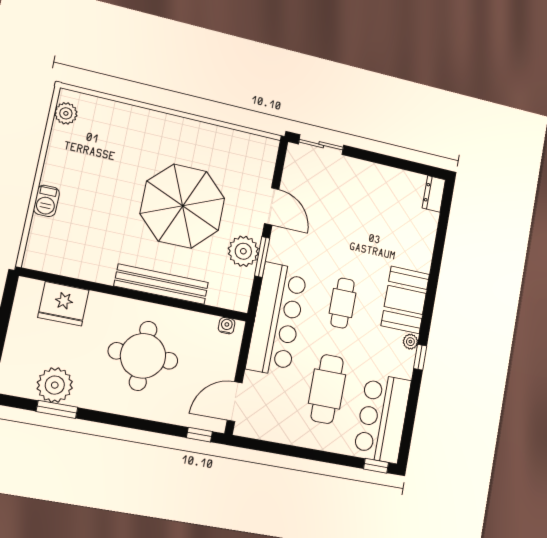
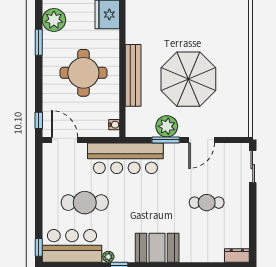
cafe table: (343, 303) -> (207, 203), moved
plant: (410, 342) -> (108, 257), moved
window: (57, 409) -> (39, 42), moved

